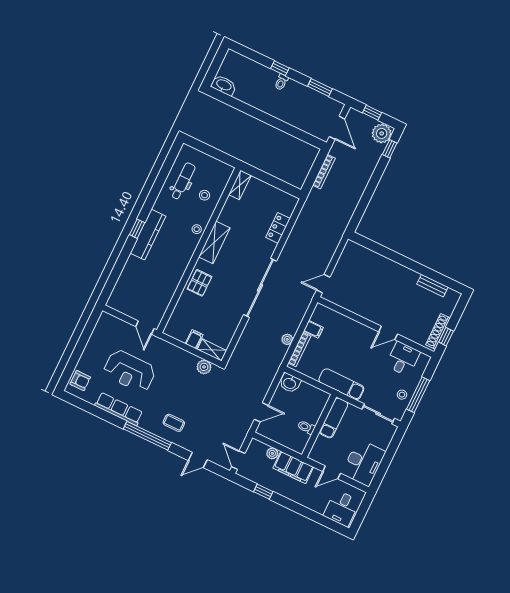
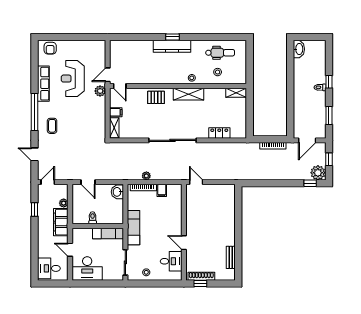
door: (165, 319) -> (120, 86), added
plant: (204, 367) -> (100, 91), moved
window: (418, 395) -> (151, 283), removed

